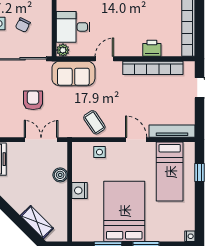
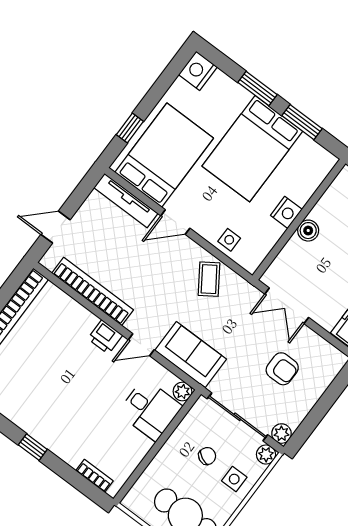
printer: (152, 48) -> (105, 337), moved
armchair: (33, 100) -> (282, 369), moved, turned -90
door: (136, 140) -> (175, 222), hinge flipped
bed: (170, 172) -> (164, 155), width x1.50
boiler: (60, 175) -> (308, 231), moved
nightstand: (190, 236) -> (198, 71), width x1.89, depth x1.79

